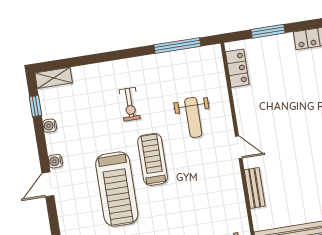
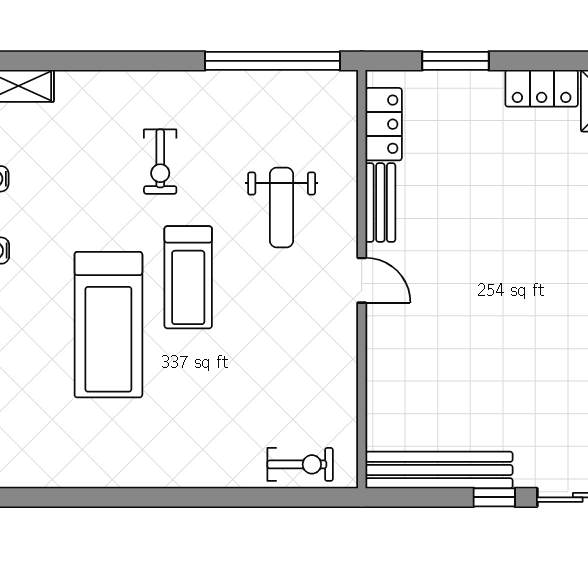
window: (177, 46) -> (272, 61), width x1.46
treadmill: (153, 159) -> (188, 277), turned 180
bench: (255, 188) -> (380, 203), moved

